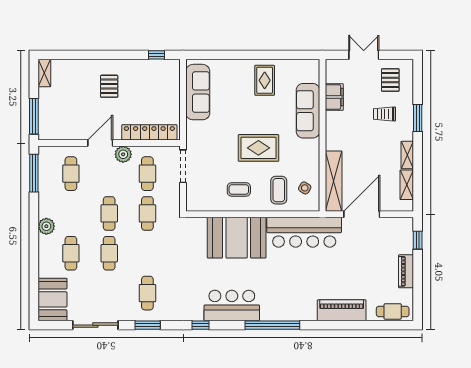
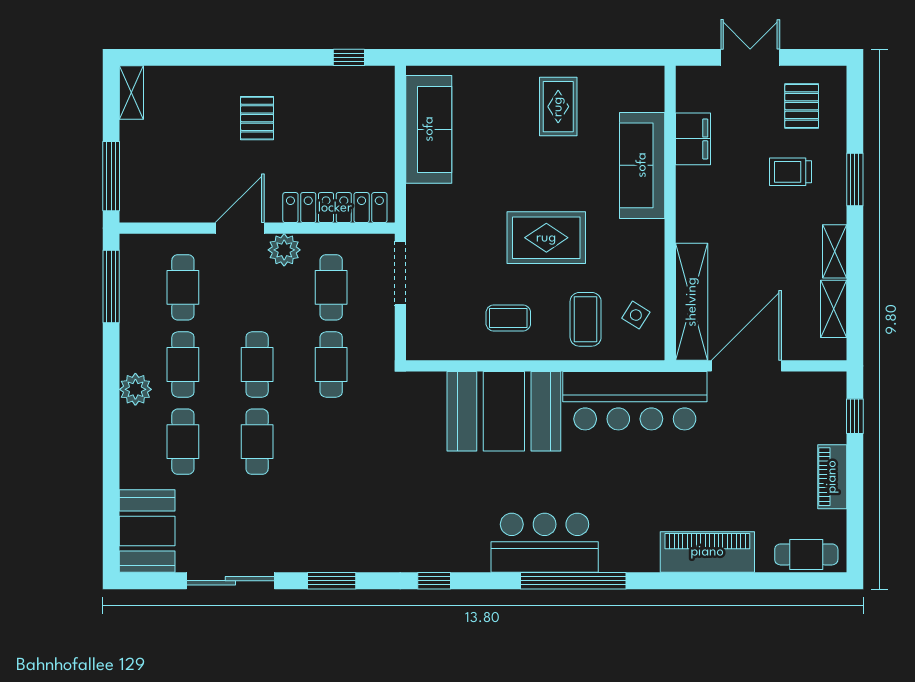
cafe table: (147, 293) -> (183, 365), moved
bar counter: (232, 305) -> (545, 543), moved

